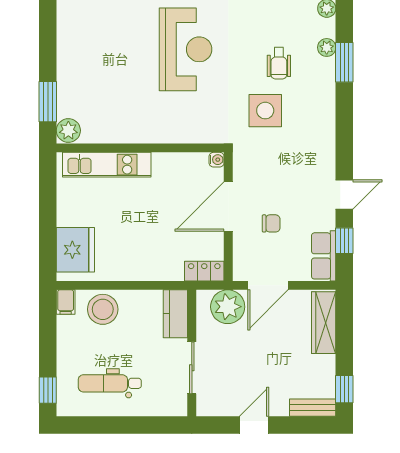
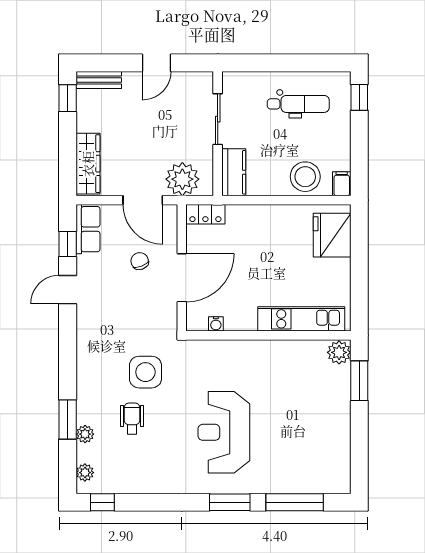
water cooler: (217, 160) -> (216, 324), moved, turned -90
chair: (271, 223) -> (140, 261), turned 69
door: (268, 285) -> (143, 200), swing flipped

